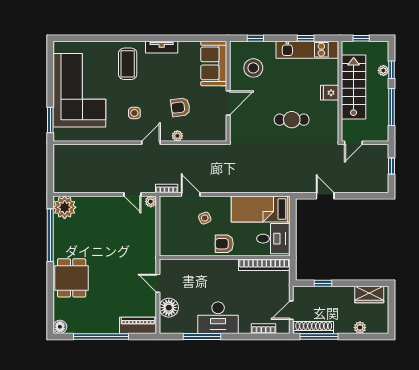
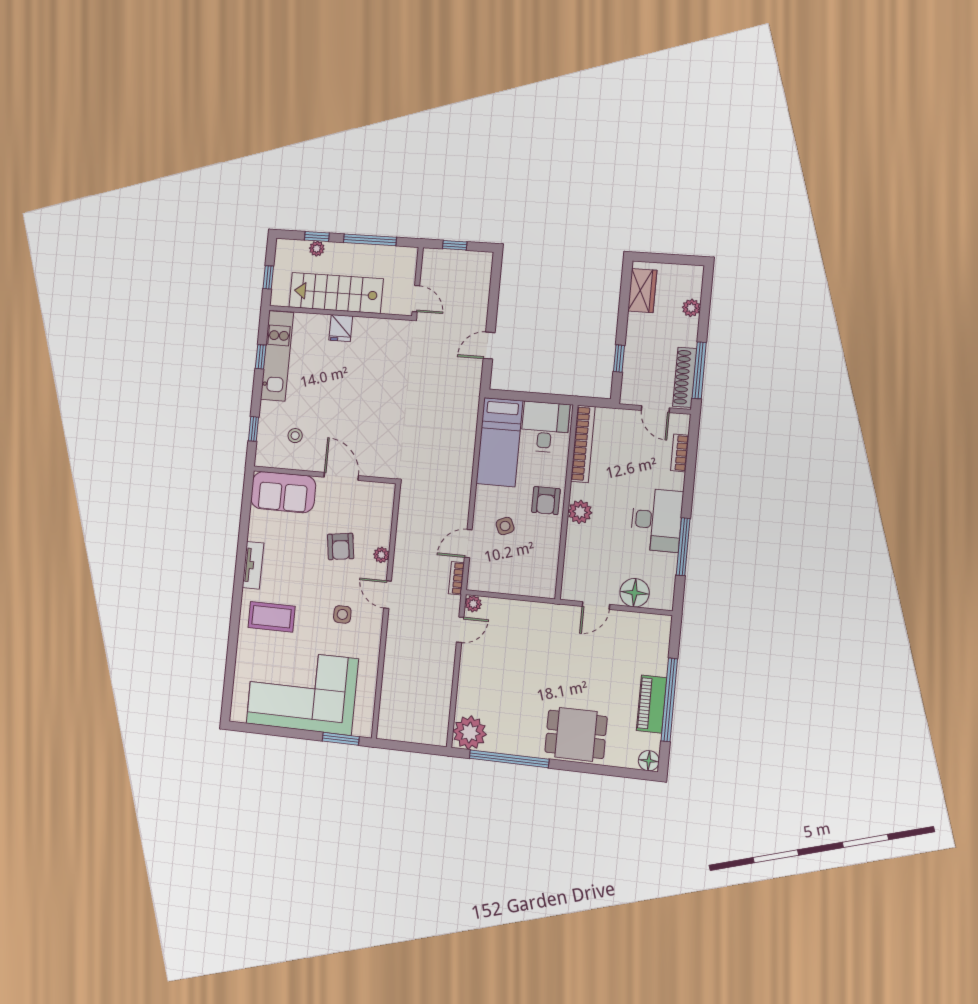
stool: (253, 68) -> (295, 436), width x0.53, depth x0.53
cafe table: (292, 120) -> (374, 386), removed
plant: (219, 267) -> (580, 512), added
piano: (138, 325) -> (652, 704), moved

